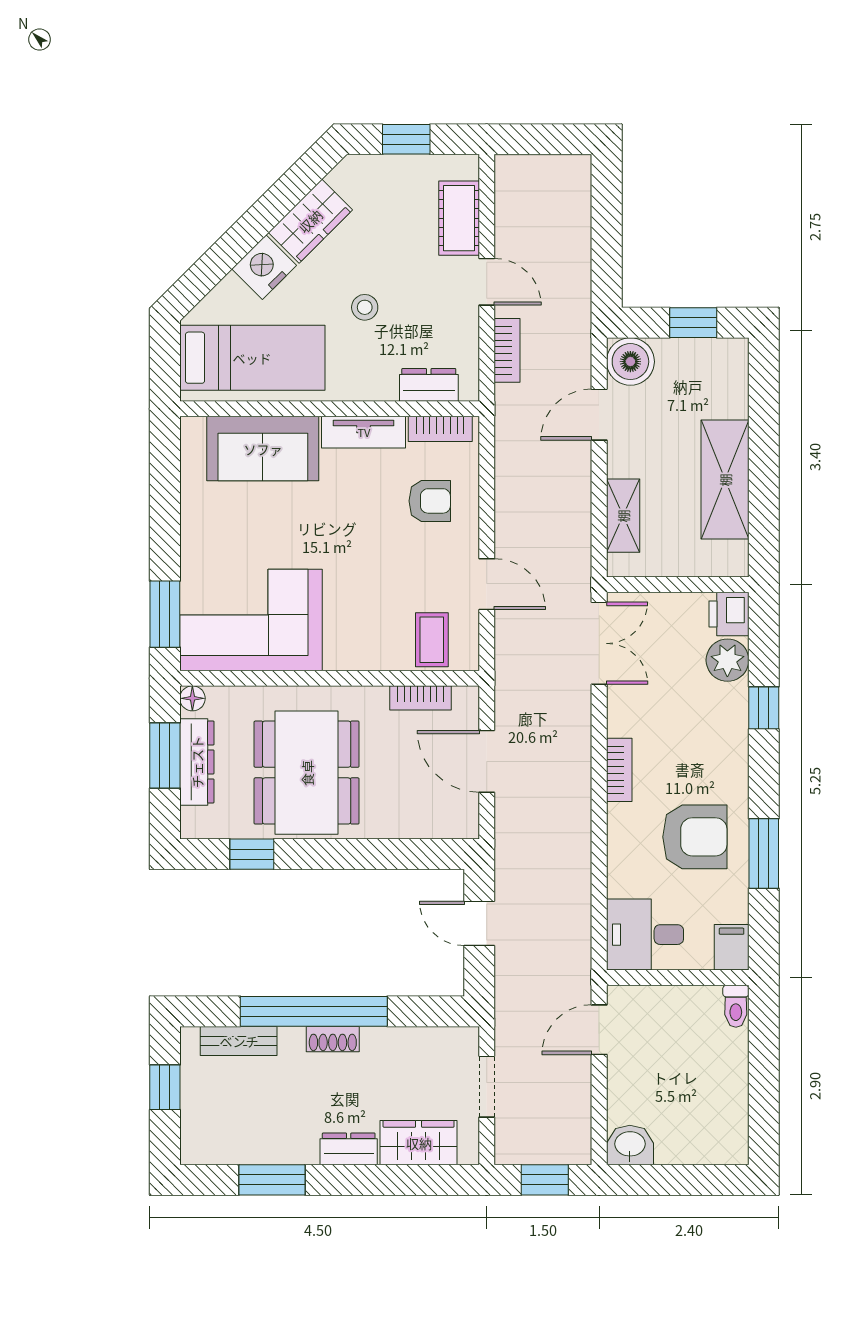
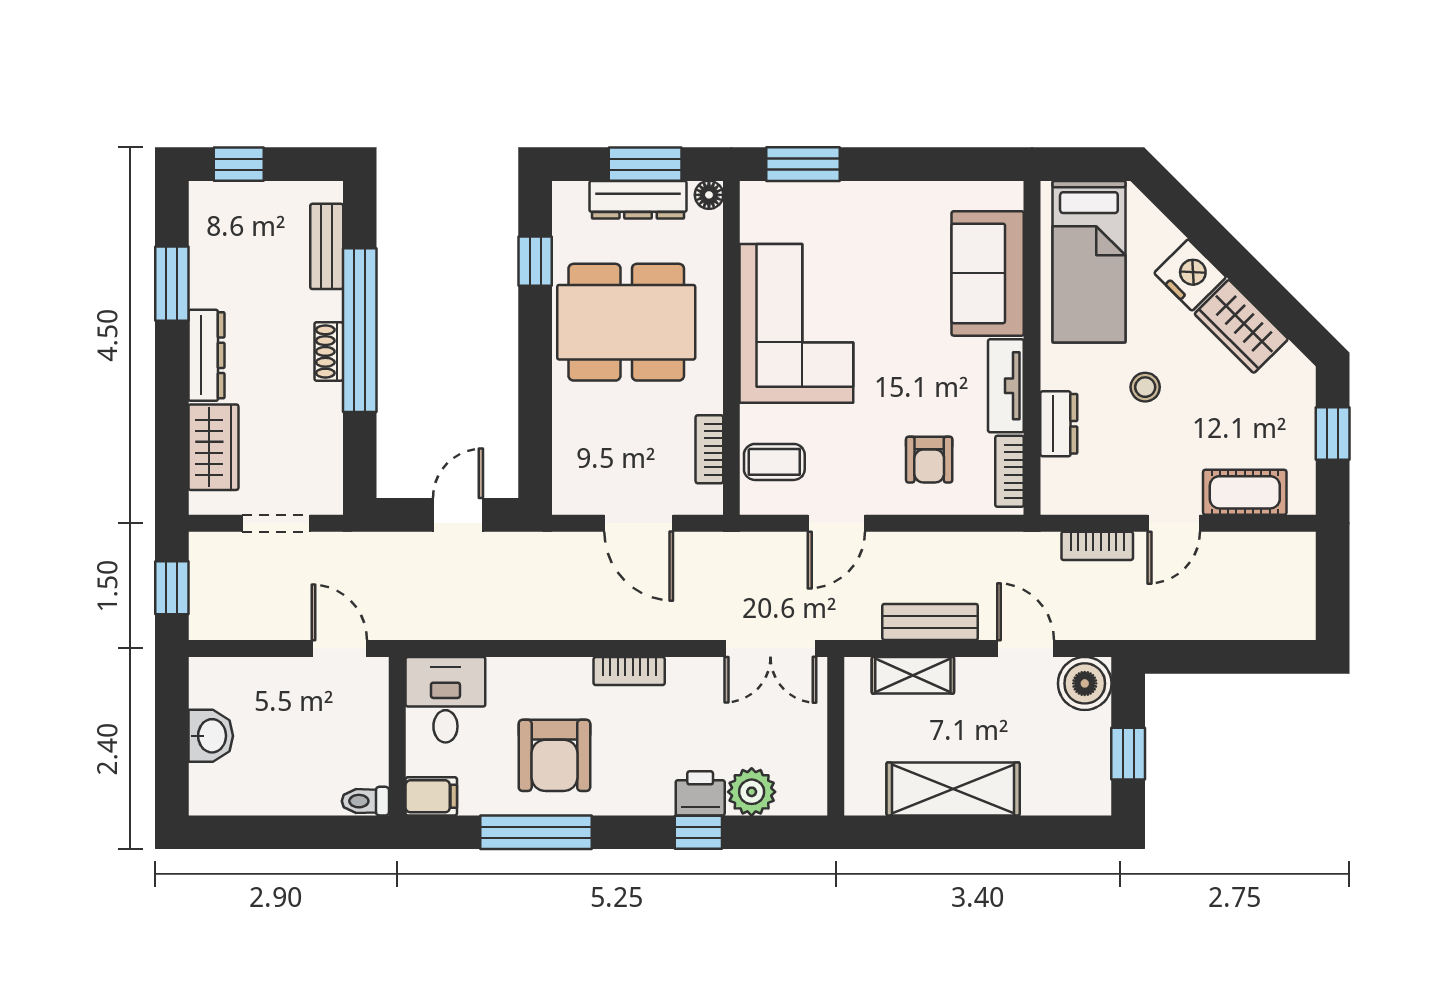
dresser: (429, 385) -> (1059, 424), moved
bench: (575, 500) -> (930, 622), added
printer: (729, 614) -> (700, 793), moved
corner sofa: (251, 620) -> (796, 323), moved
door: (487, 761) -> (639, 523), swing flipped
window: (764, 853) -> (536, 832), width x1.44
window: (165, 1087) -> (239, 164), moved
washbasin: (630, 1145) -> (211, 736), moved
dresser: (349, 1149) -> (206, 355), width x1.44

